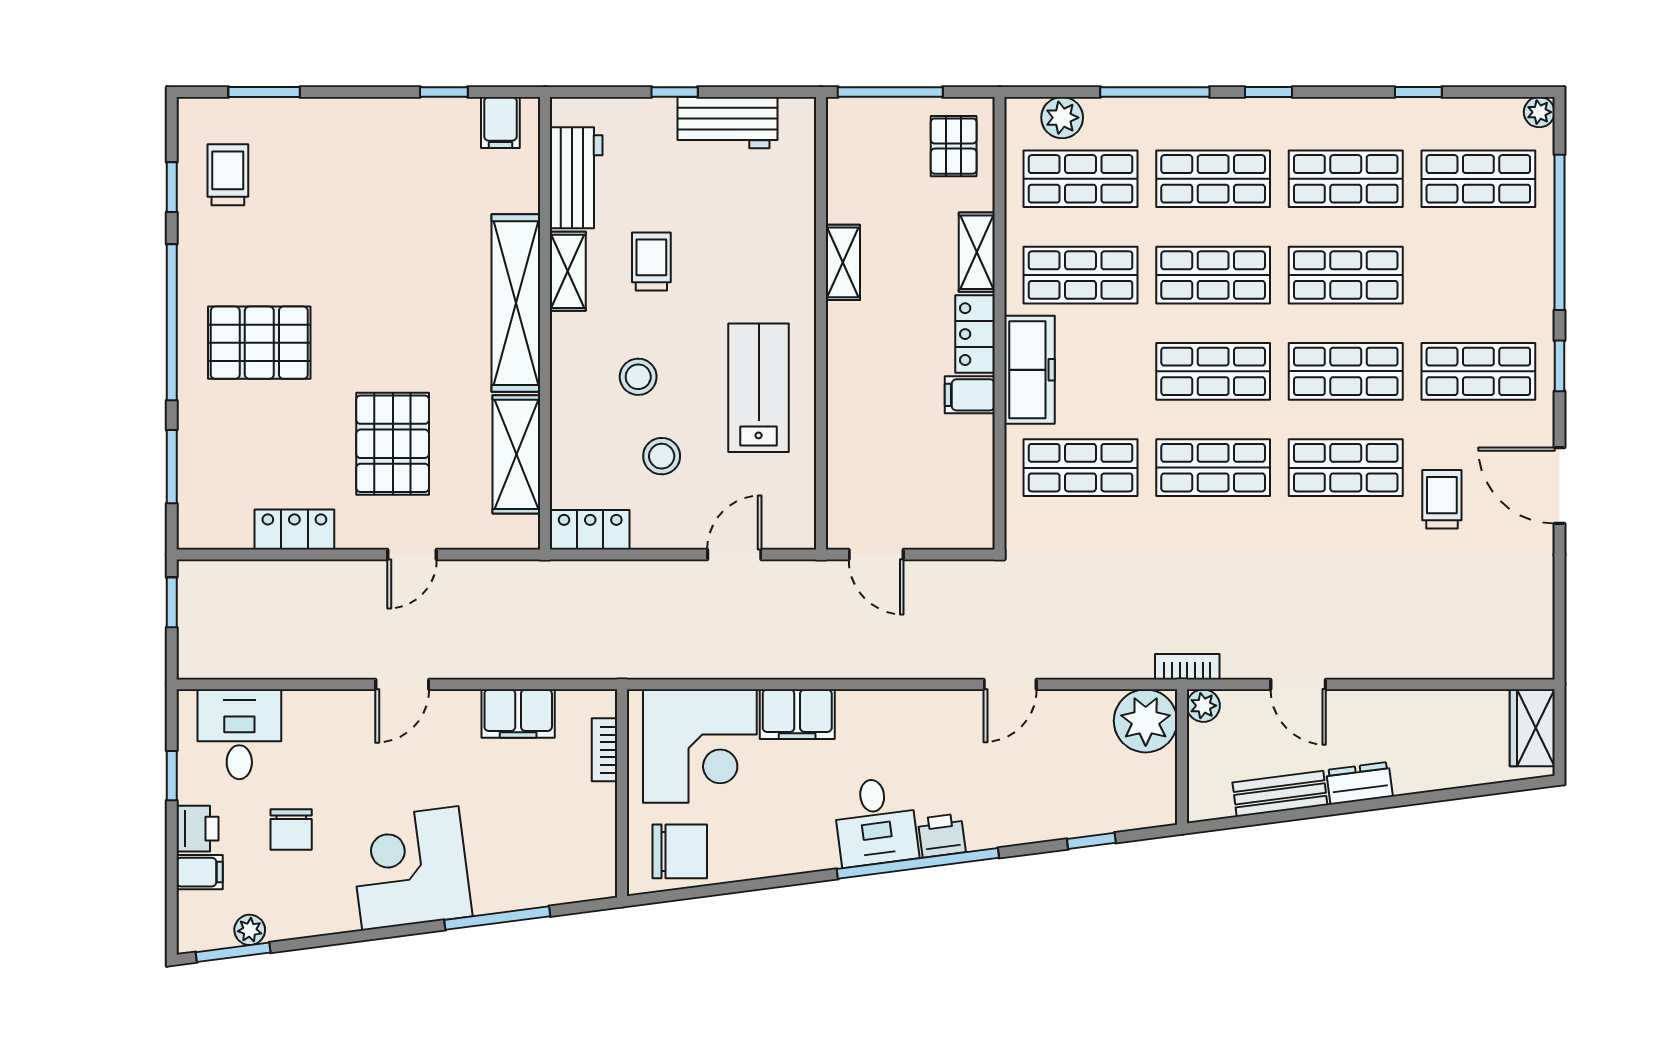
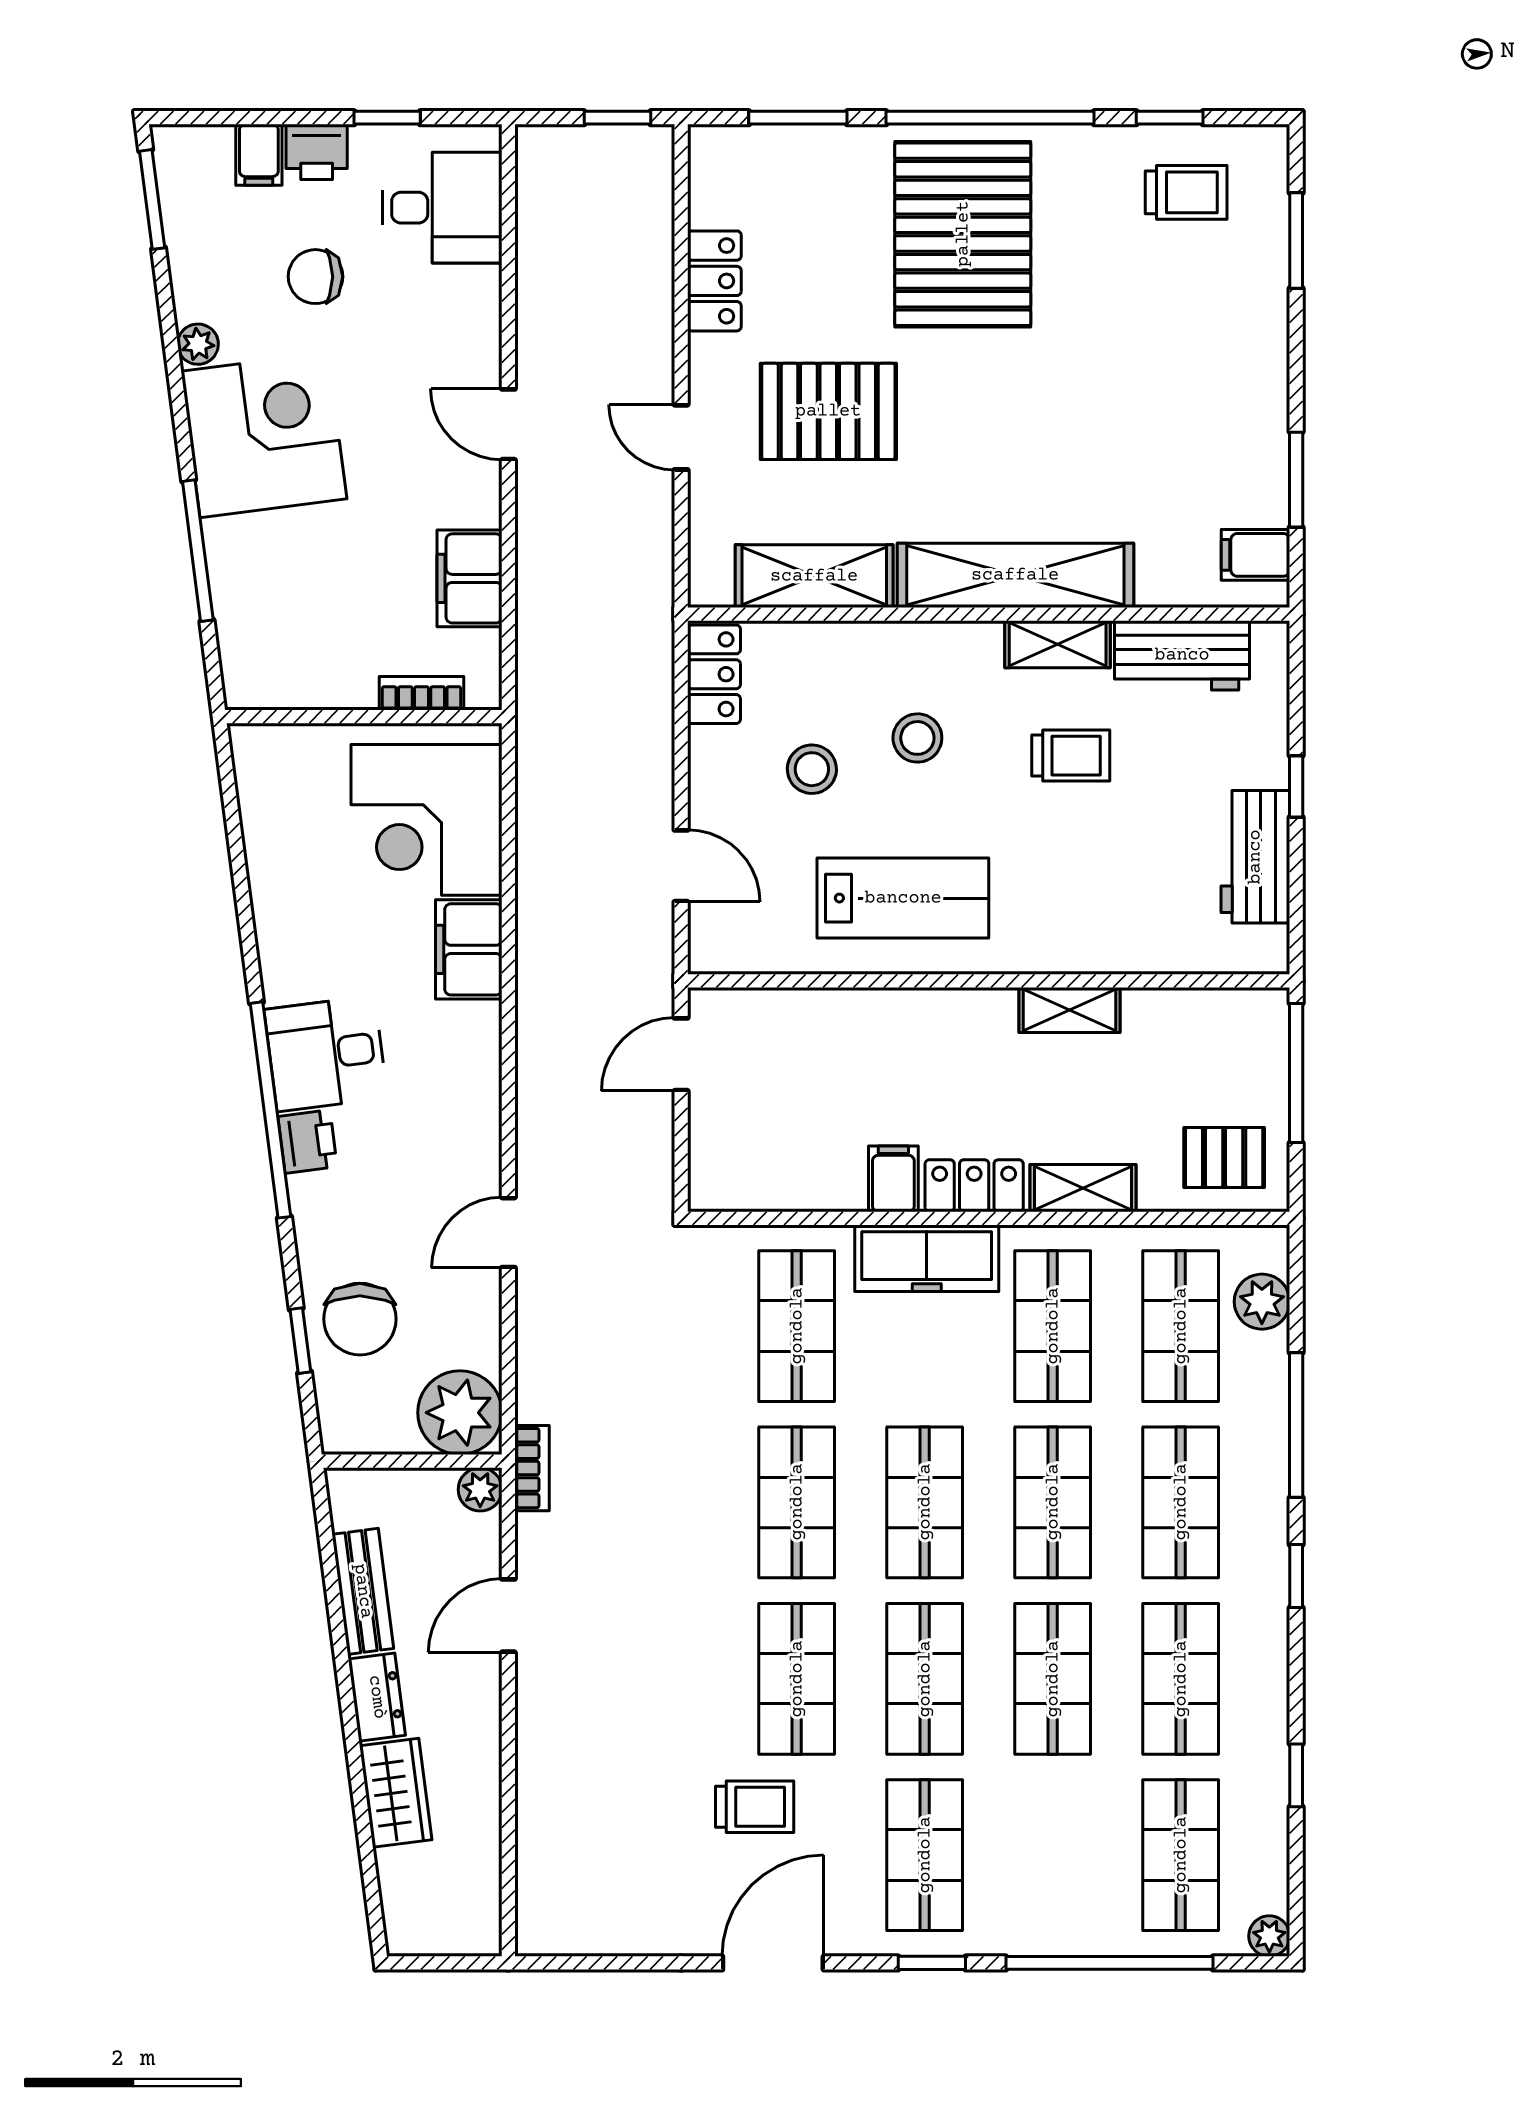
window: (444, 92) -> (1296, 480), width x1.50
pallet: (259, 343) -> (963, 234), width x1.37, depth x1.41
door: (1010, 684) -> (508, 1233), hinge flipped
wardrobe: (1532, 728) -> (396, 1793), moved, turned 83
chair: (680, 851) -> (360, 1319), moved
plant: (250, 930) -> (198, 344), moved

